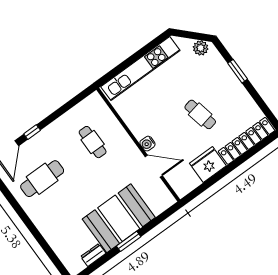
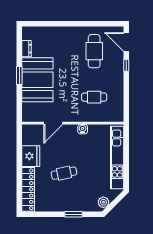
water cooler: (147, 144) -> (83, 129), moved

